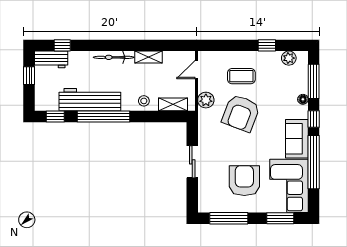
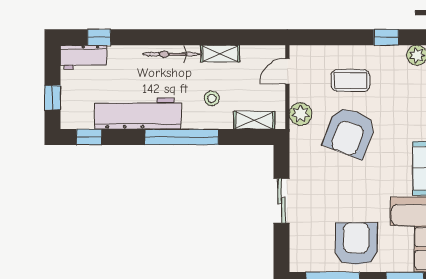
window: (29, 76) -> (53, 98), moved
stool: (144, 101) -> (212, 98), moved
window: (103, 116) -> (182, 137), moved
armchair: (244, 181) -> (356, 244), moved

